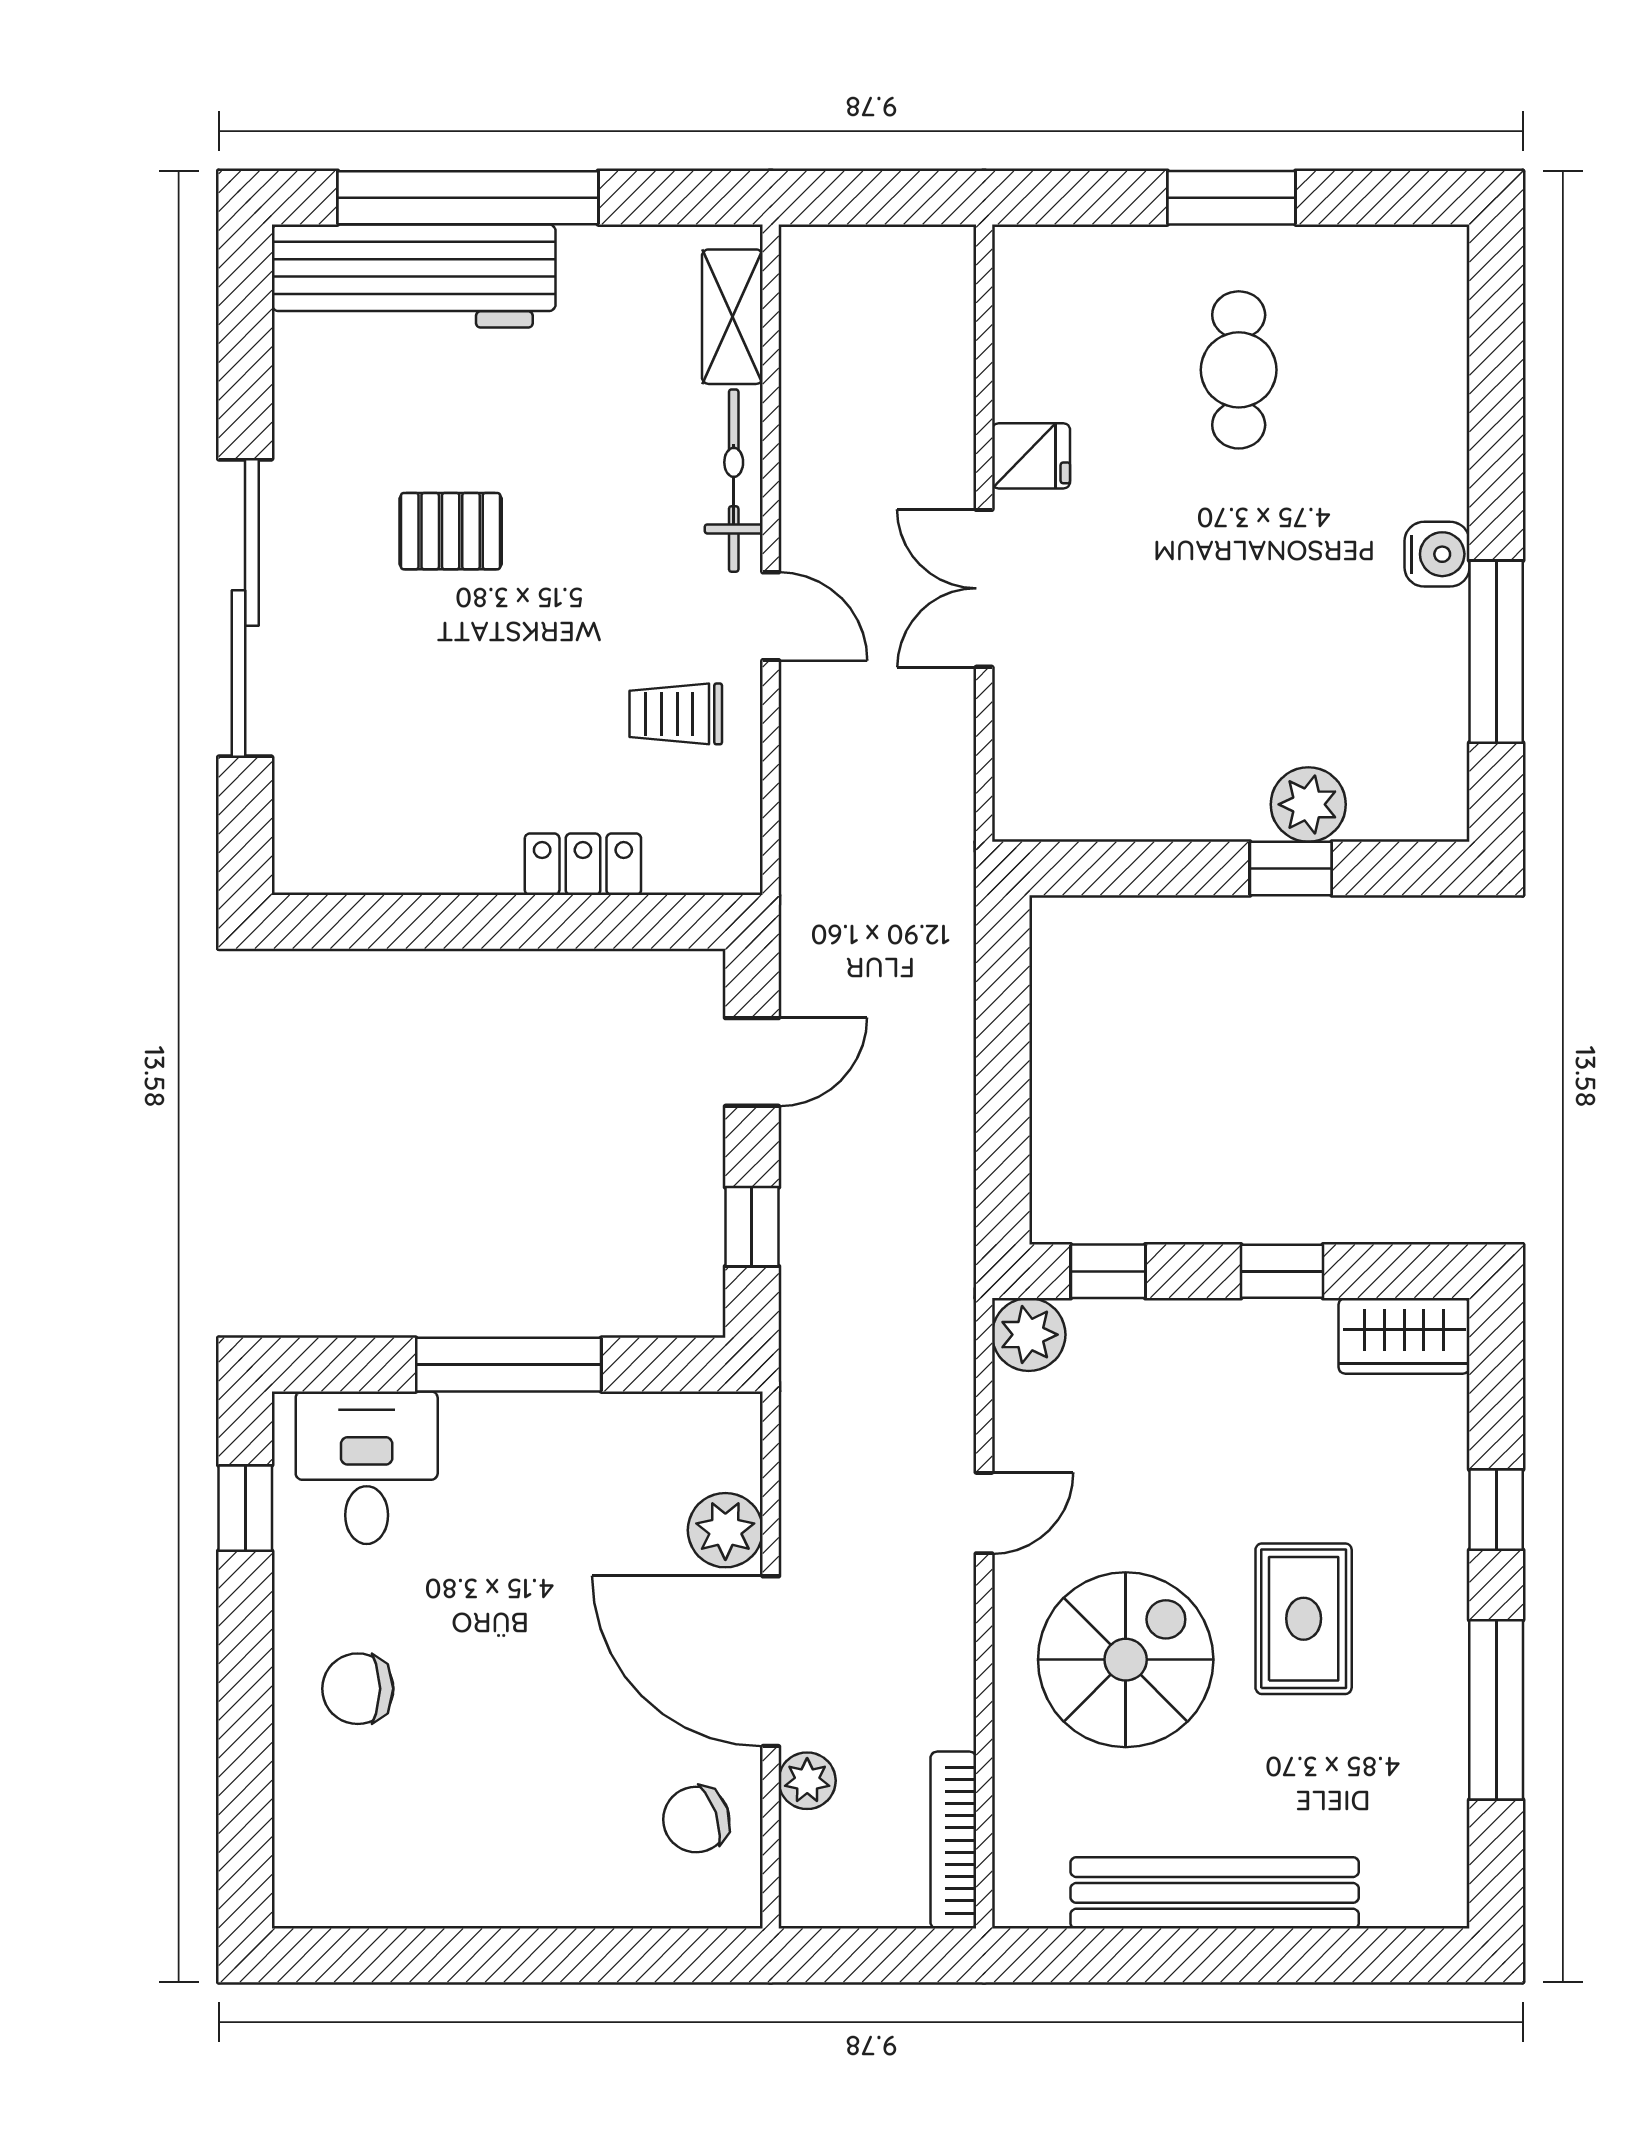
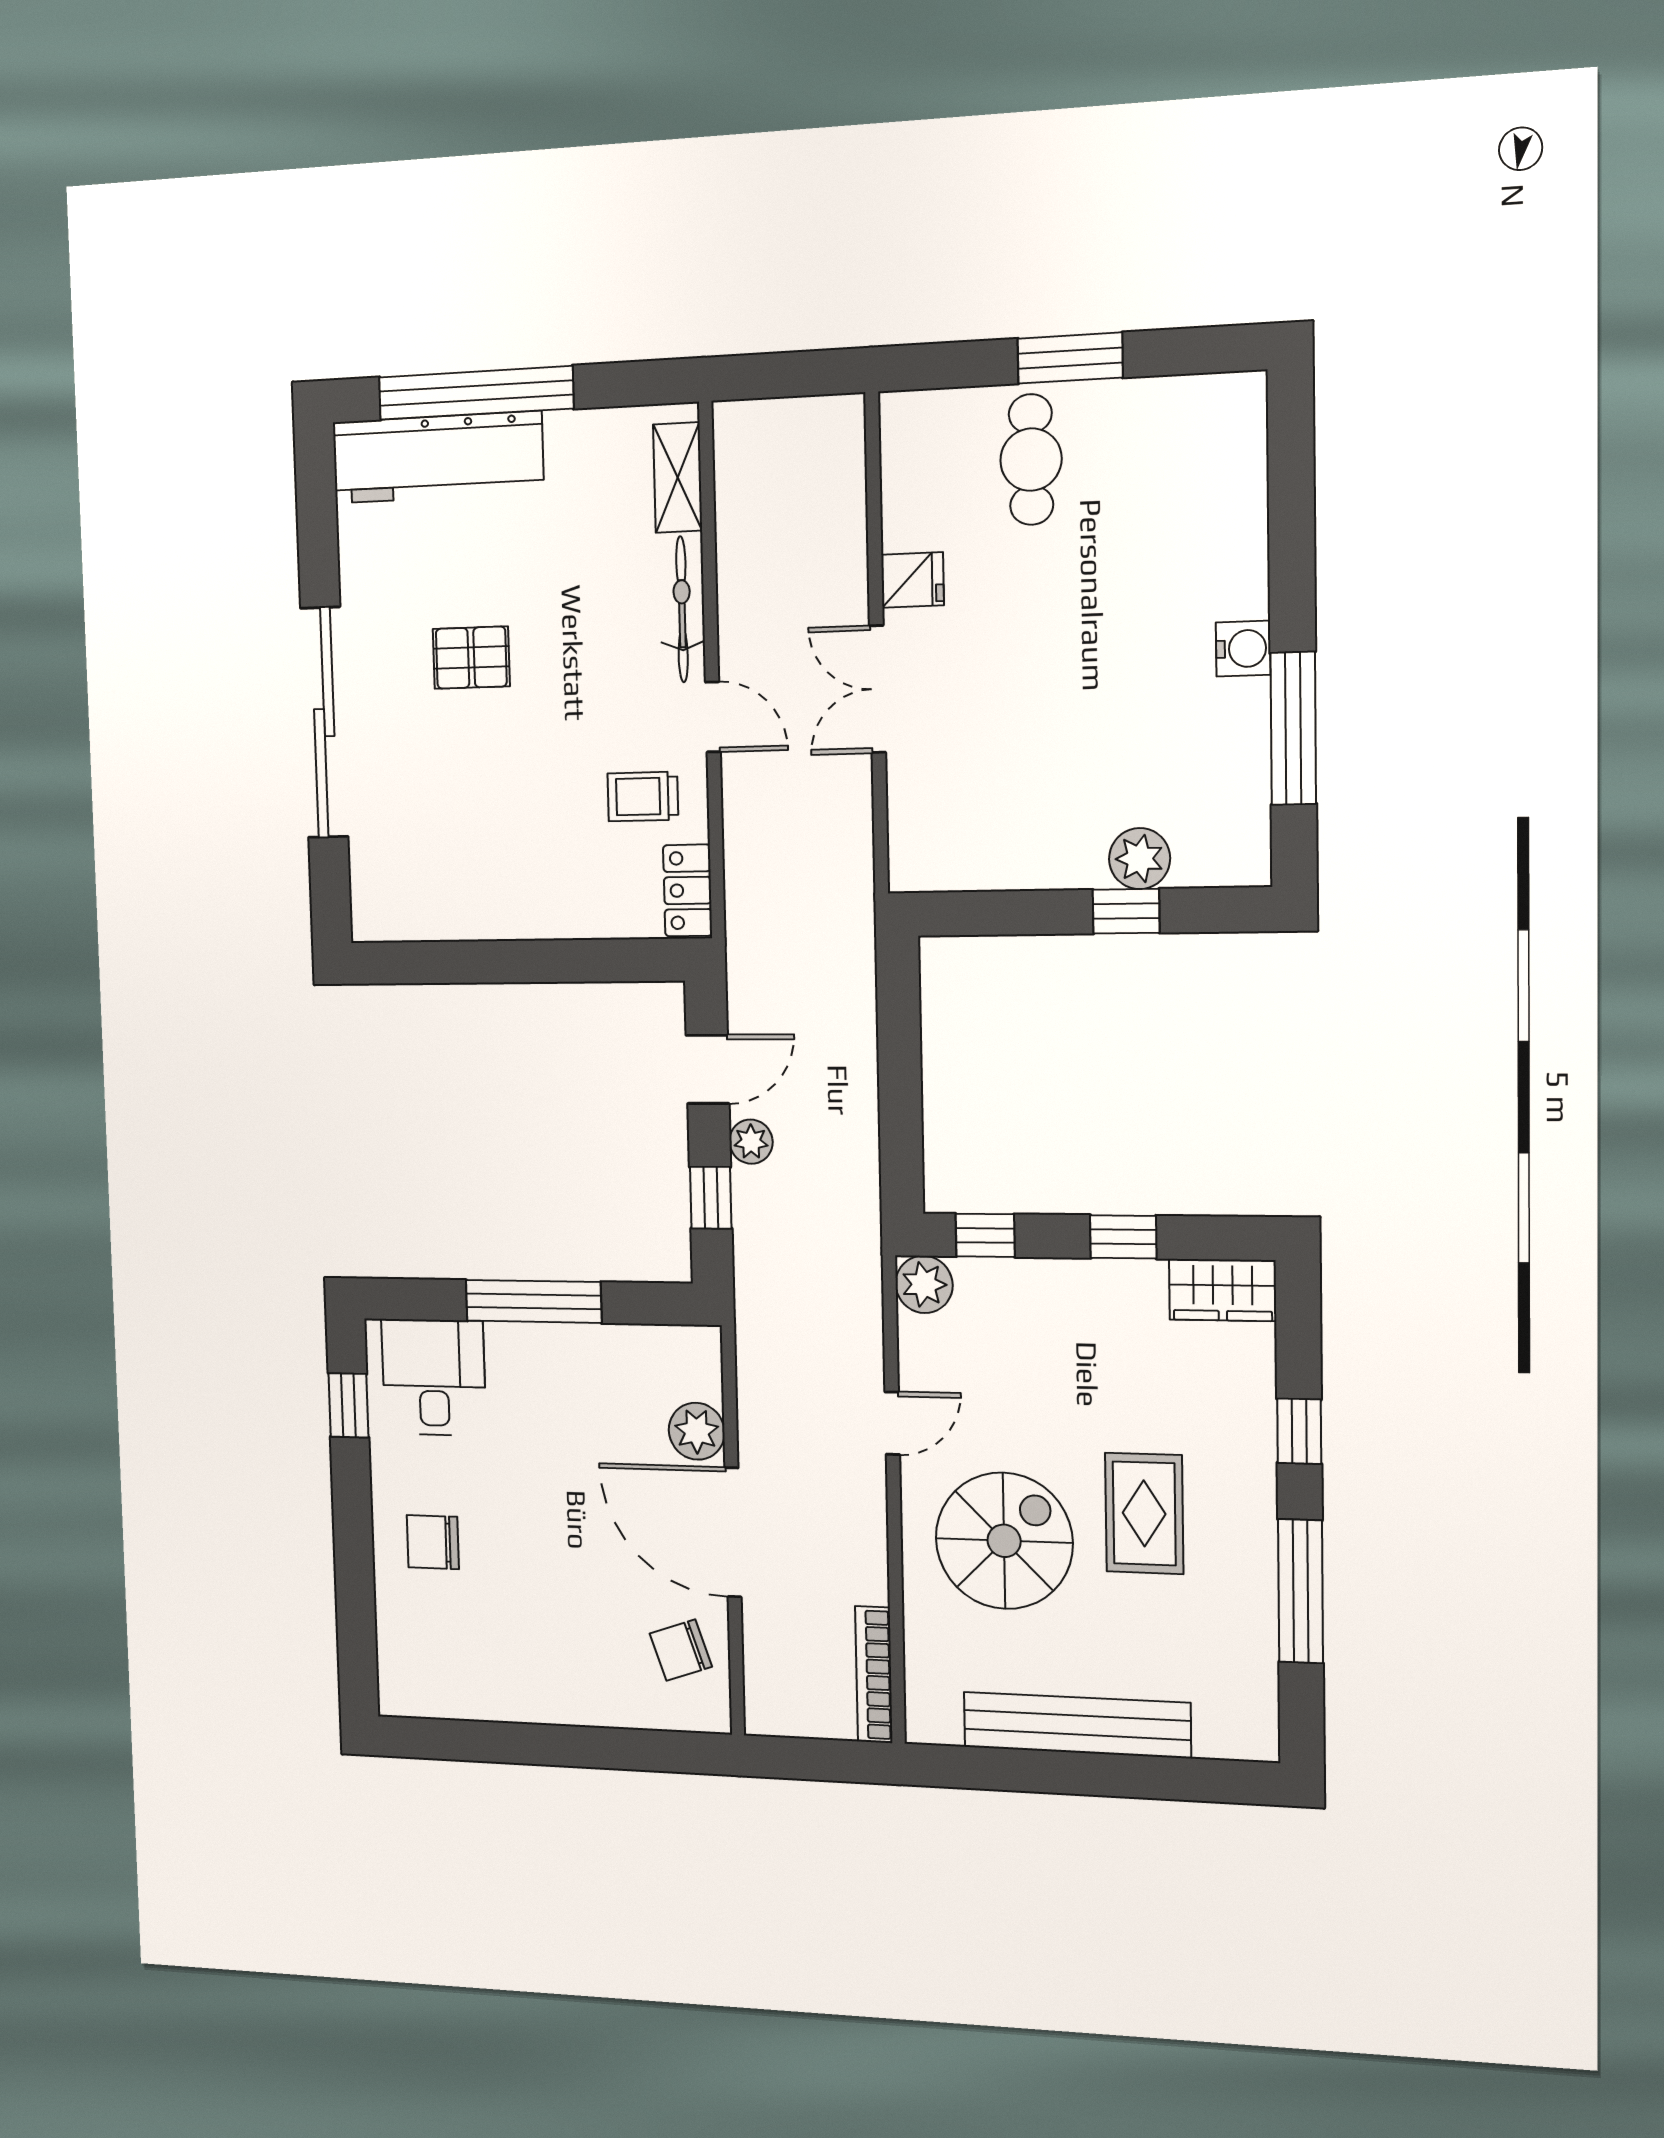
cafe table: (1239, 370) -> (1031, 460), moved
locker: (583, 864) -> (688, 890), moved, turned -90
plant: (807, 1781) -> (751, 1142), moved

